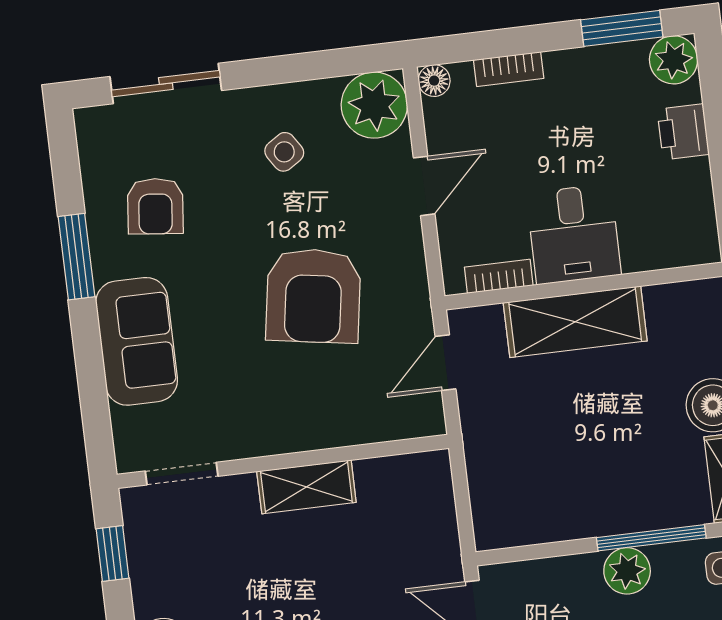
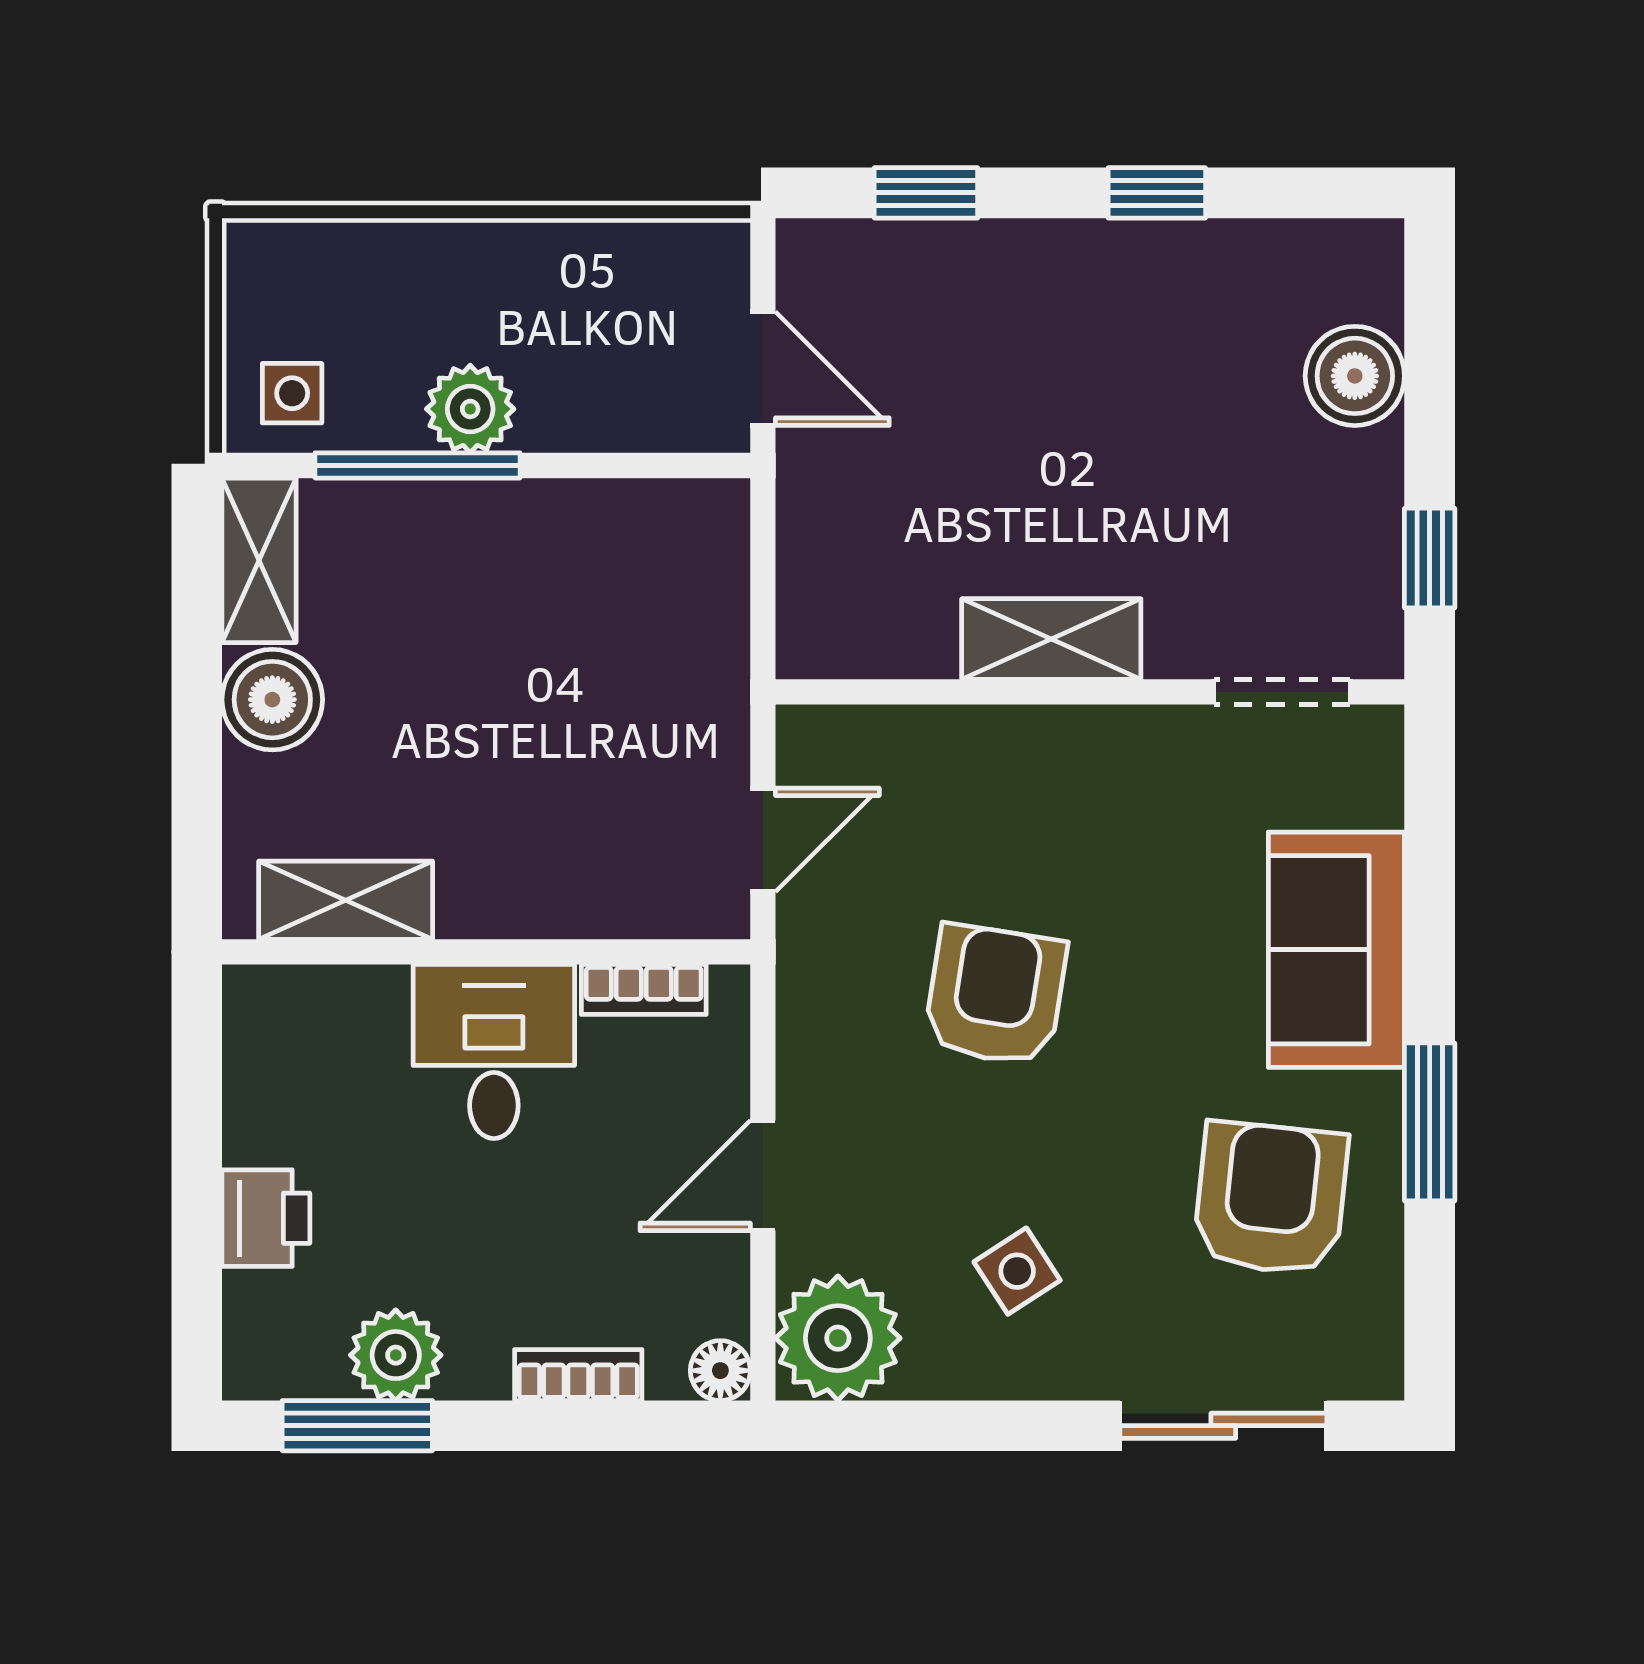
plant: (674, 60) -> (396, 1355), moved
armchair: (155, 206) -> (1271, 1198), width x1.38, depth x1.38
armchair: (313, 296) -> (995, 995), width x0.73, depth x0.73
shelving: (575, 322) -> (346, 900), moved, width x0.67, depth x0.75

